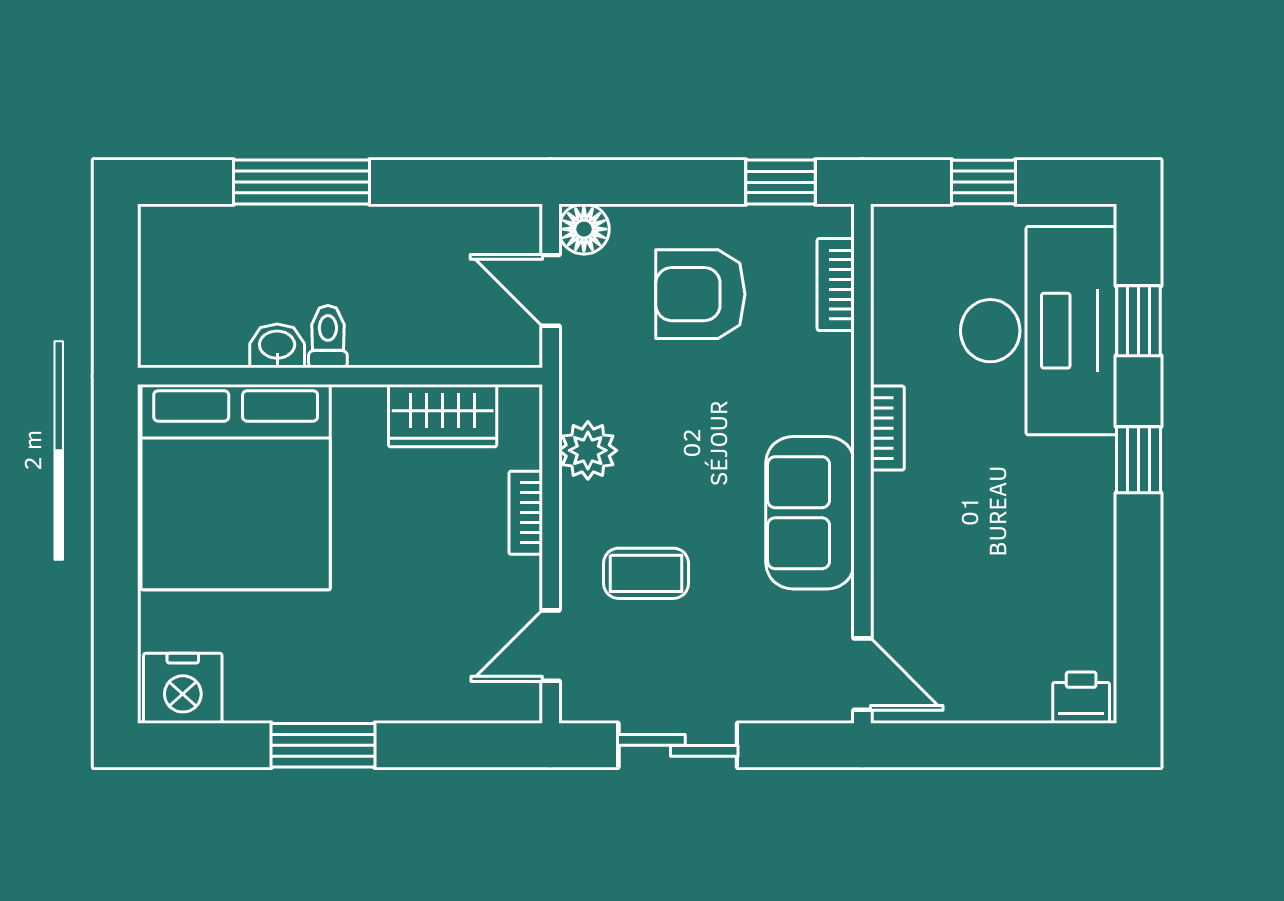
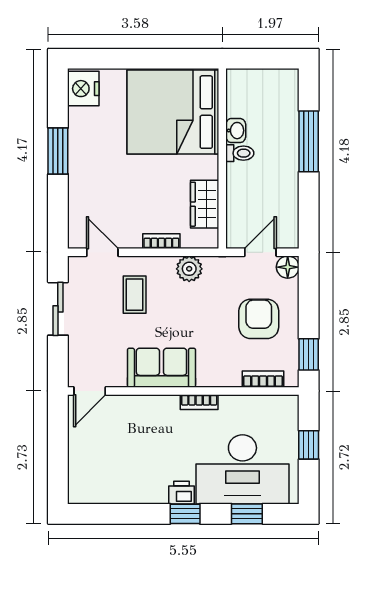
printer: (1081, 698) -> (182, 493), moved, turned -90

